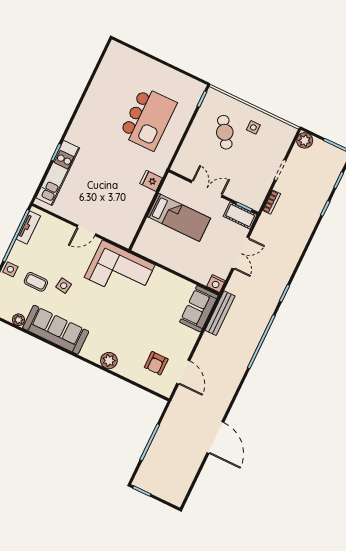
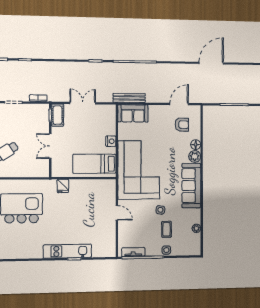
kitchen unit: (58, 173) -> (67, 251), moved
bed: (179, 217) -> (94, 164), moved, turned -90
corner sofa: (120, 271) -> (139, 170), width x1.36, depth x1.36
nightstand: (216, 283) -> (111, 141), moved
sofa: (56, 330) -> (191, 186), moved
floor lamp: (123, 369) -> (196, 145), added

